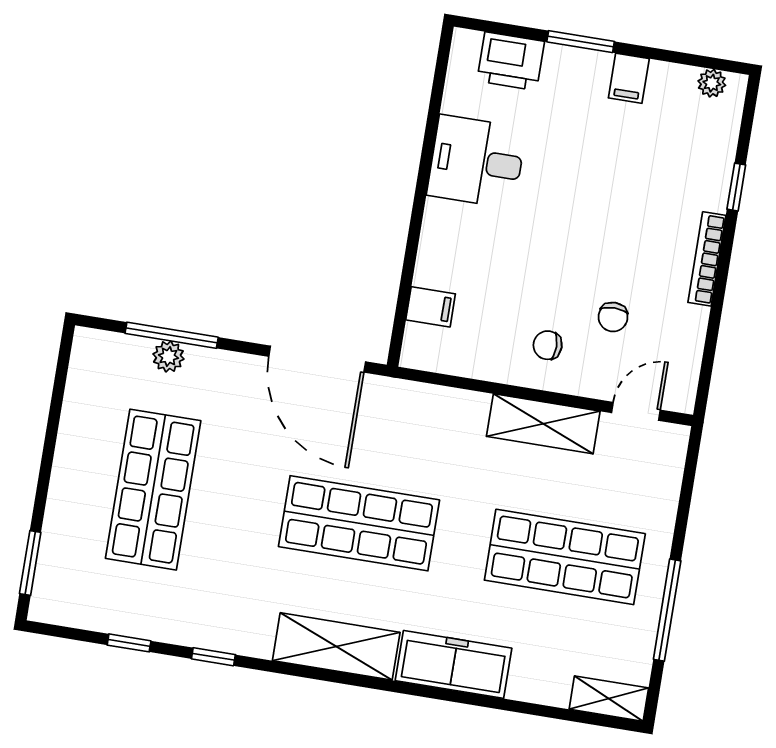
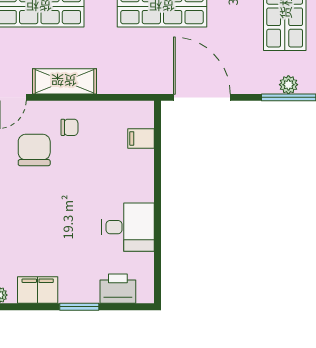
filing cabinet: (629, 78) -> (38, 290), width x2.00
chair: (613, 317) -> (34, 150), width x1.87, depth x1.87

